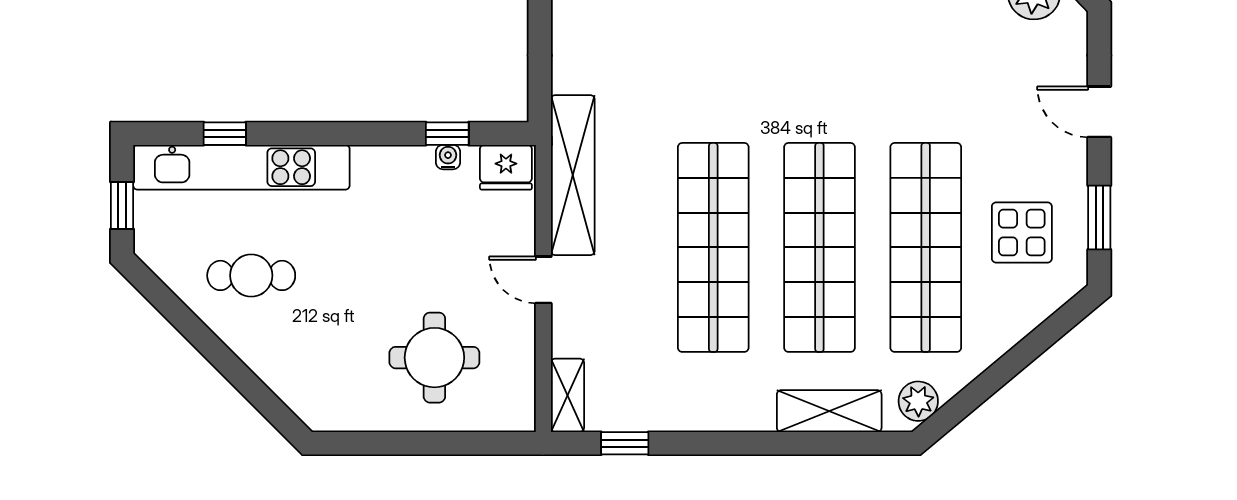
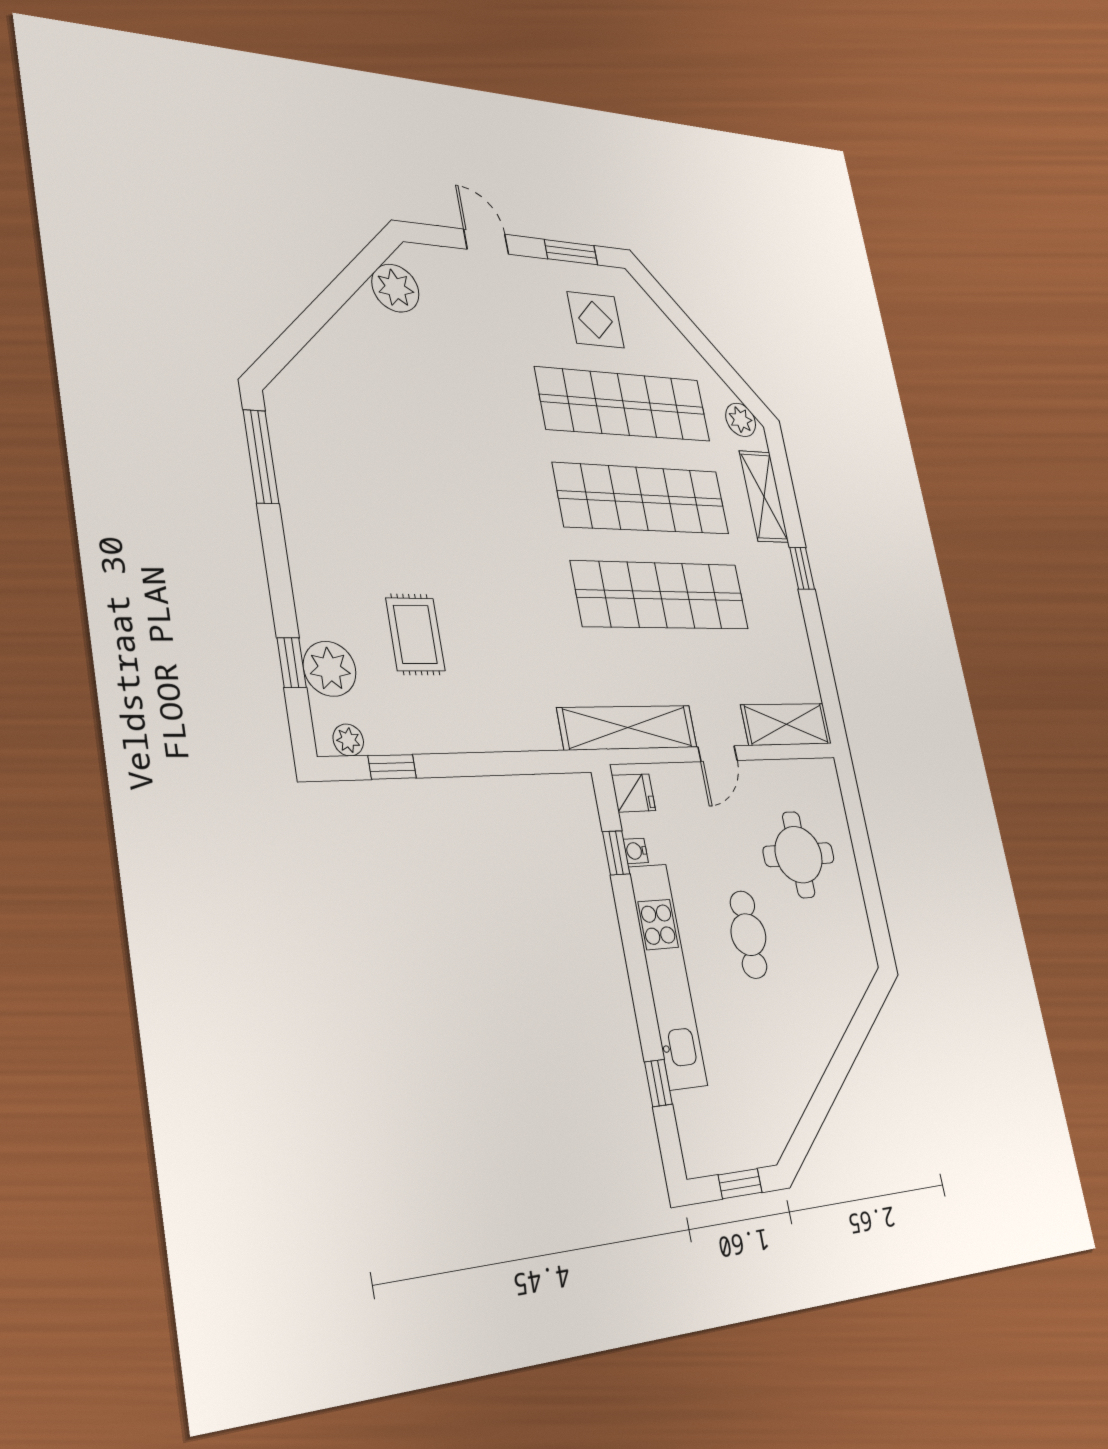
door: (1099, 112) -> (486, 242), swing flipped
kitchen unit: (241, 167) -> (668, 975), moved
fridge: (506, 167) -> (634, 793), width x0.72
cafe table: (251, 275) -> (748, 935), moved
shelving: (567, 395) -> (786, 724), width x1.50, depth x1.33
window: (625, 443) -> (802, 568), moved

